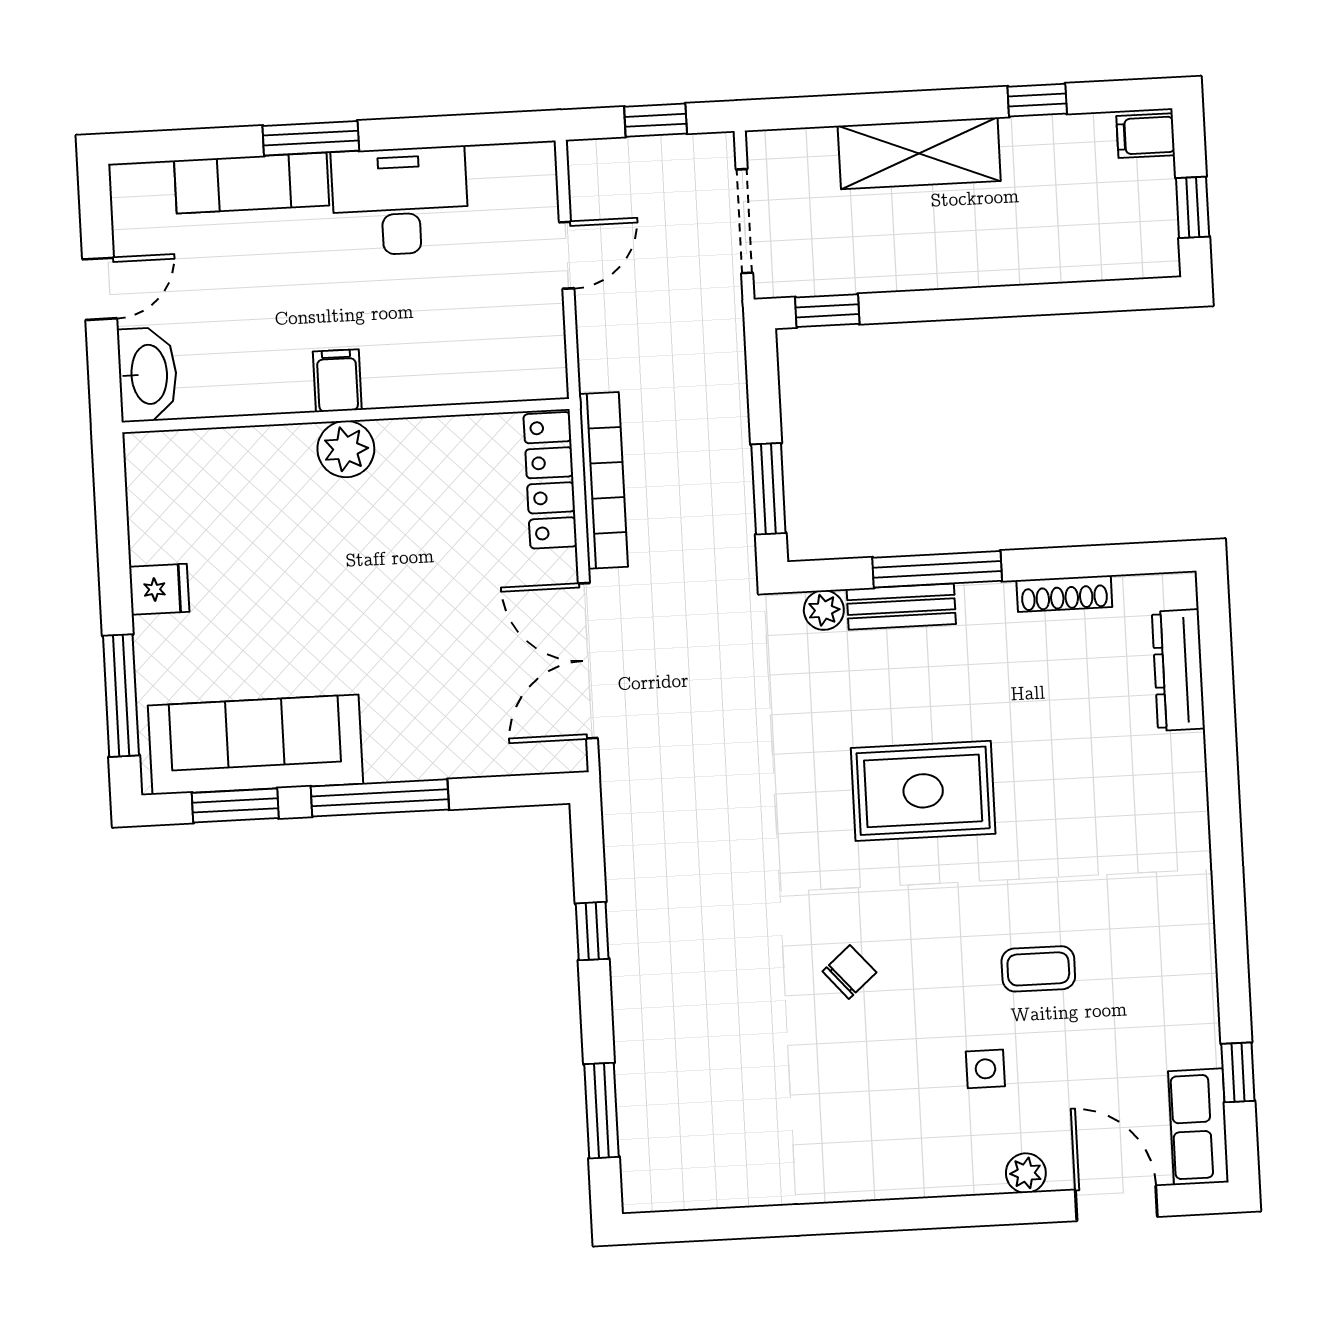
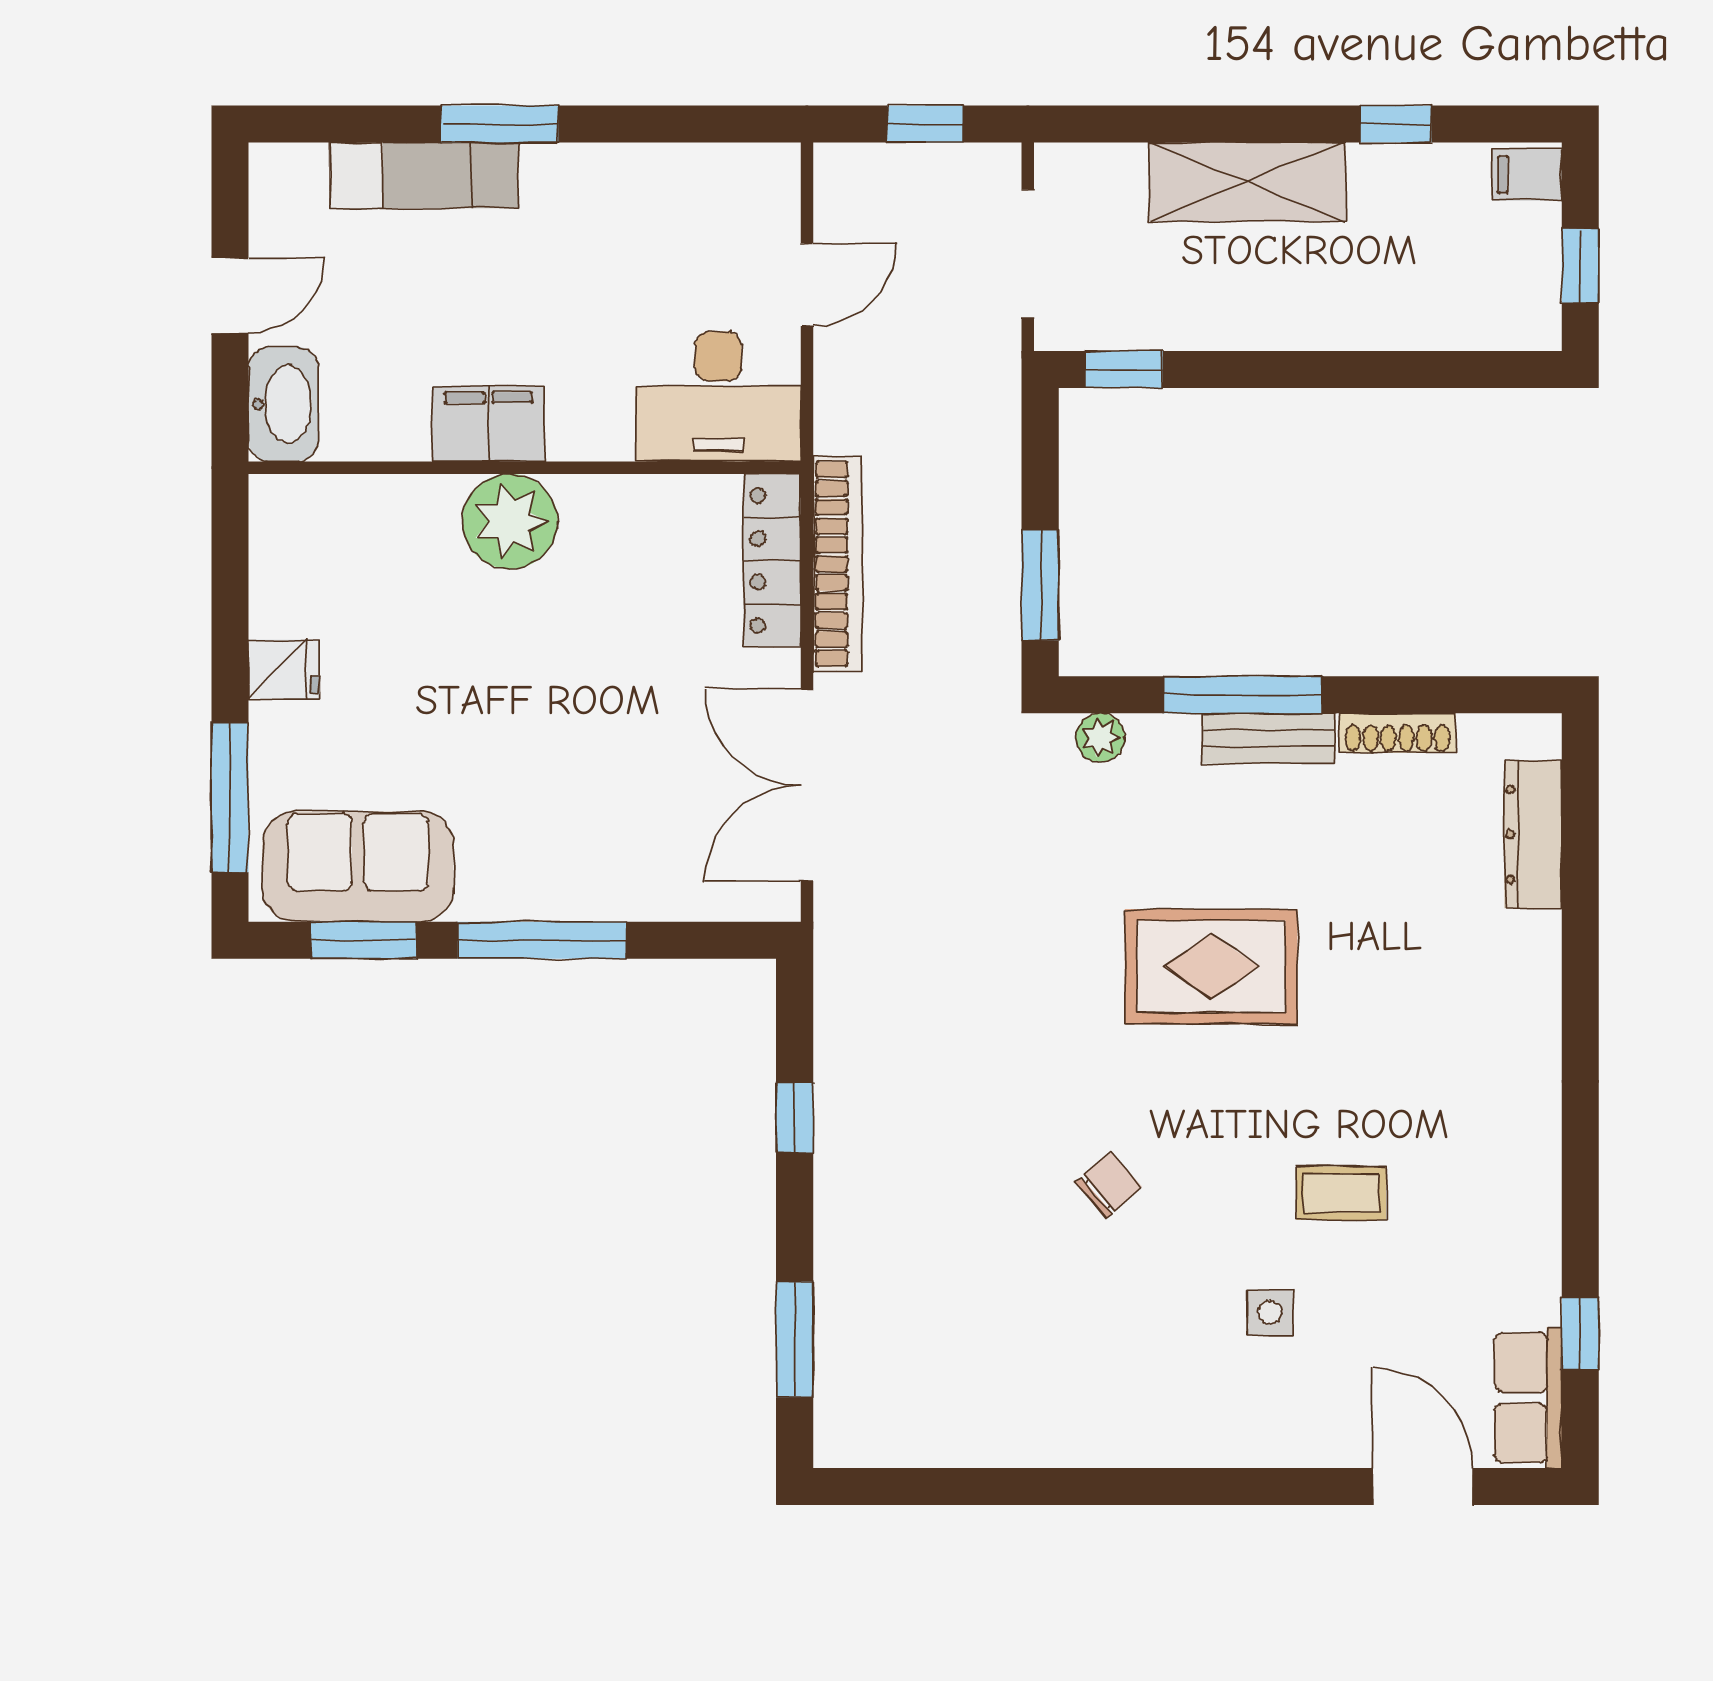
desk: (400, 201) -> (718, 397), moved, turned 180
filing cabinet: (337, 381) -> (488, 424), width x2.00
plant: (346, 449) -> (510, 521), width x1.36, depth x1.36
bench: (901, 607) -> (1268, 738), moved
sofa: (256, 745) -> (358, 867), width x0.73
plant: (1026, 1173) -> (1313, 1444), removed

